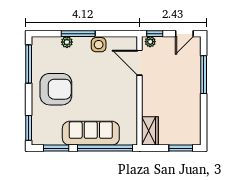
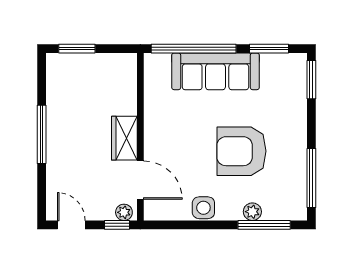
window: (78, 34) -> (264, 225), moved
door: (184, 34) -> (71, 225), hinge flipped
window: (204, 75) -> (42, 134), moved
armchair: (56, 89) -> (241, 151), moved
wardrobe: (150, 131) -> (124, 138), moved

